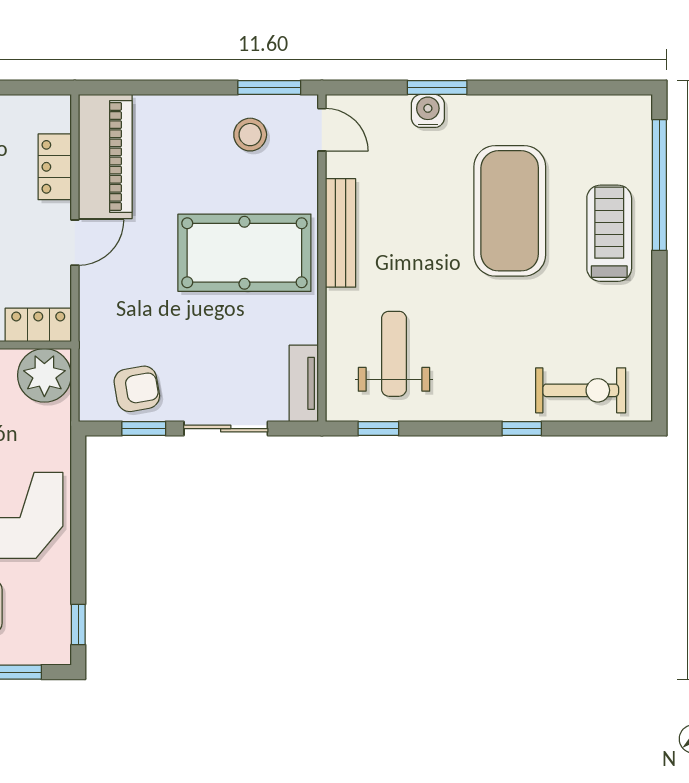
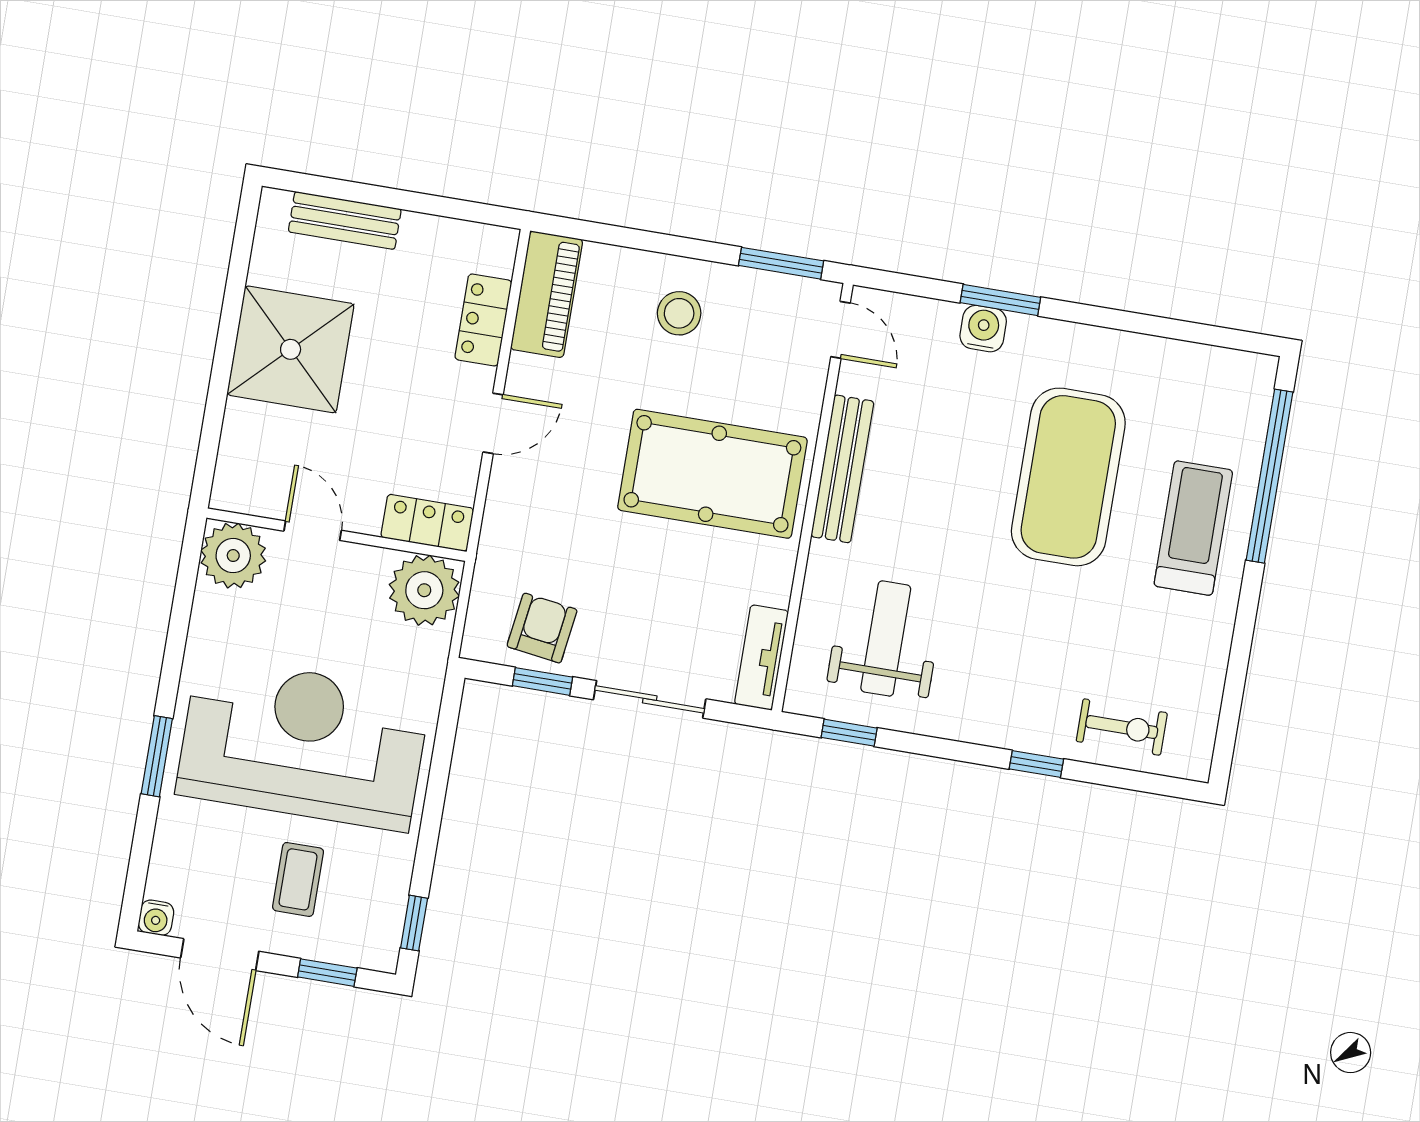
stool: (250, 135) -> (679, 313), moved
piano: (105, 156) -> (547, 294), width x0.73, depth x0.75
armchair: (137, 389) -> (542, 628), turned -72
exercise bike: (581, 390) -> (1122, 727), width x0.73, depth x0.72

